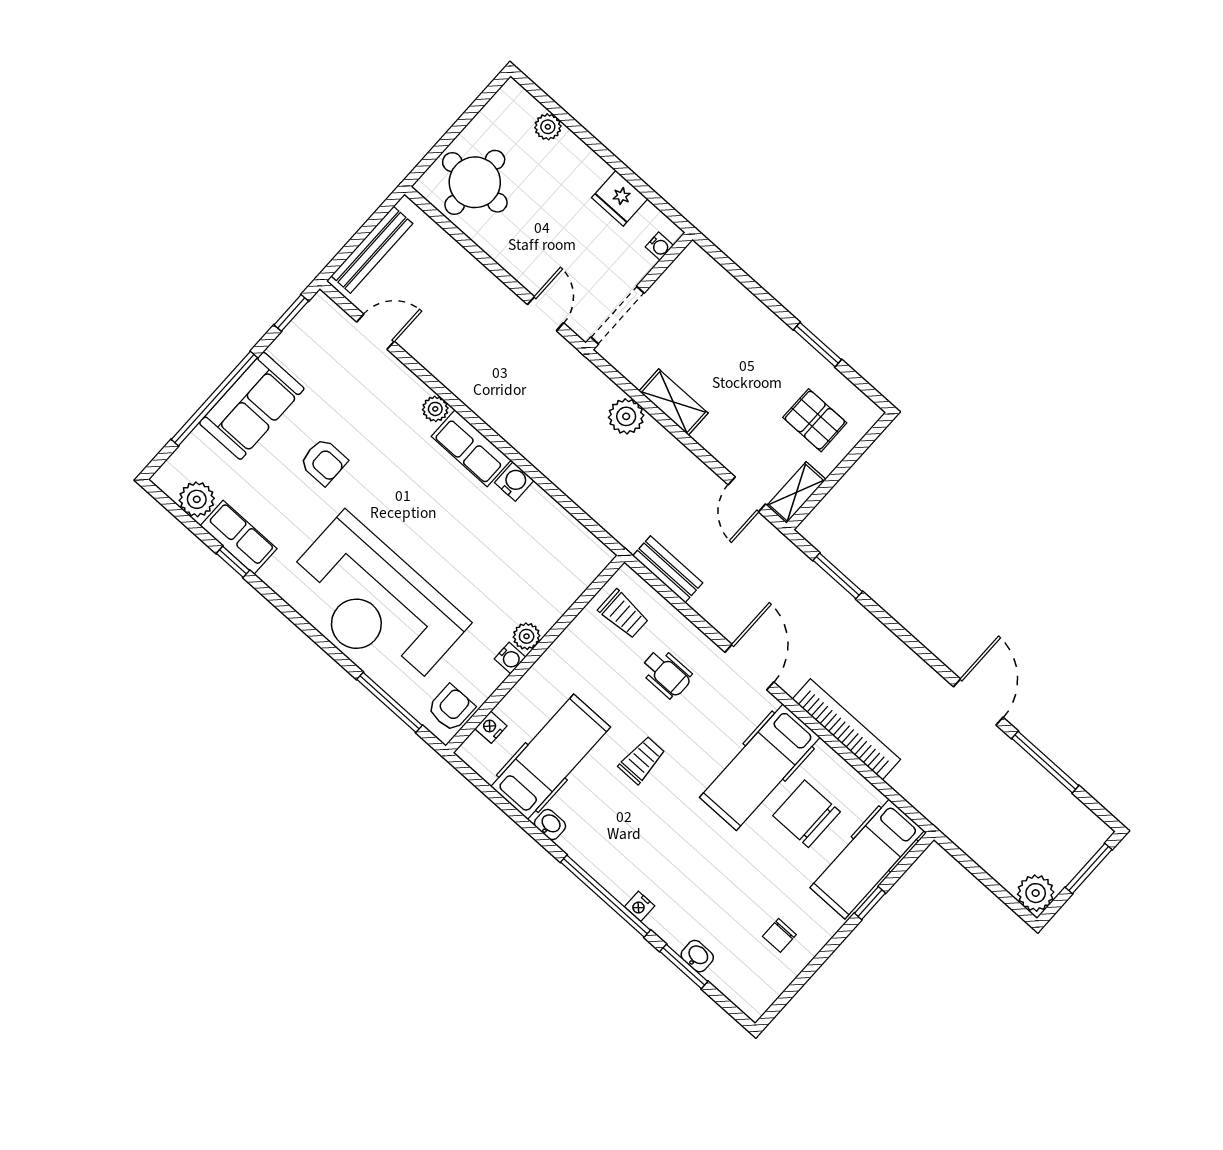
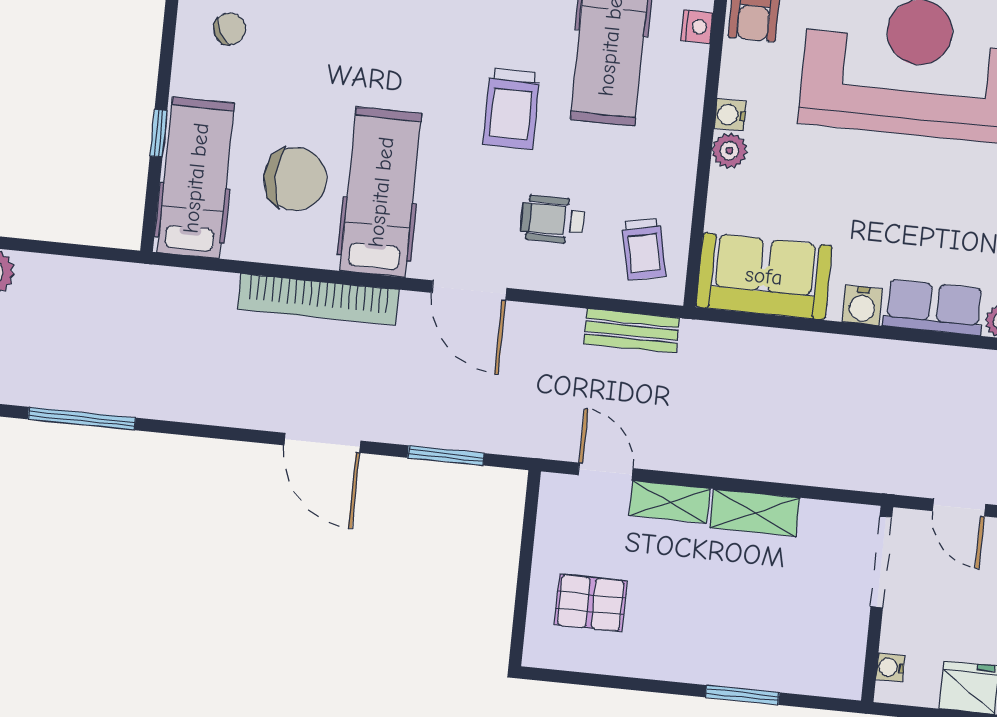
window: (817, 345) -> (742, 695), moved
plant: (626, 416) -> (794, 461), removed
shelving: (796, 493) -> (670, 502), moved, turned 90
sofa: (562, 543) -> (764, 276), added
trolley: (623, 614) -> (644, 249), turned -102
door: (978, 702) -> (322, 443), moved
trolley: (642, 760) -> (511, 109), width x1.36, depth x1.39
chair: (779, 935) -> (230, 29), turned 61

